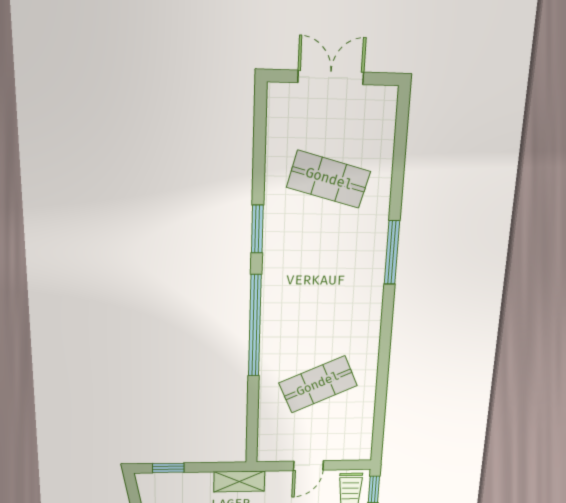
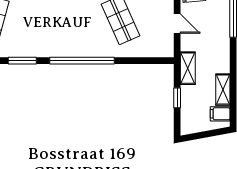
window: (168, 468) -> (177, 98), moved

